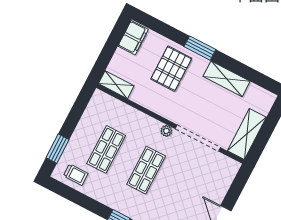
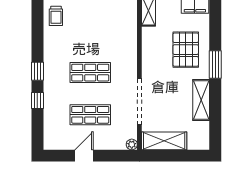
pallet: (171, 69) -> (186, 50), turned 90
plant: (166, 131) -> (132, 144), moved
shop shelf: (106, 149) -> (90, 115), moved

